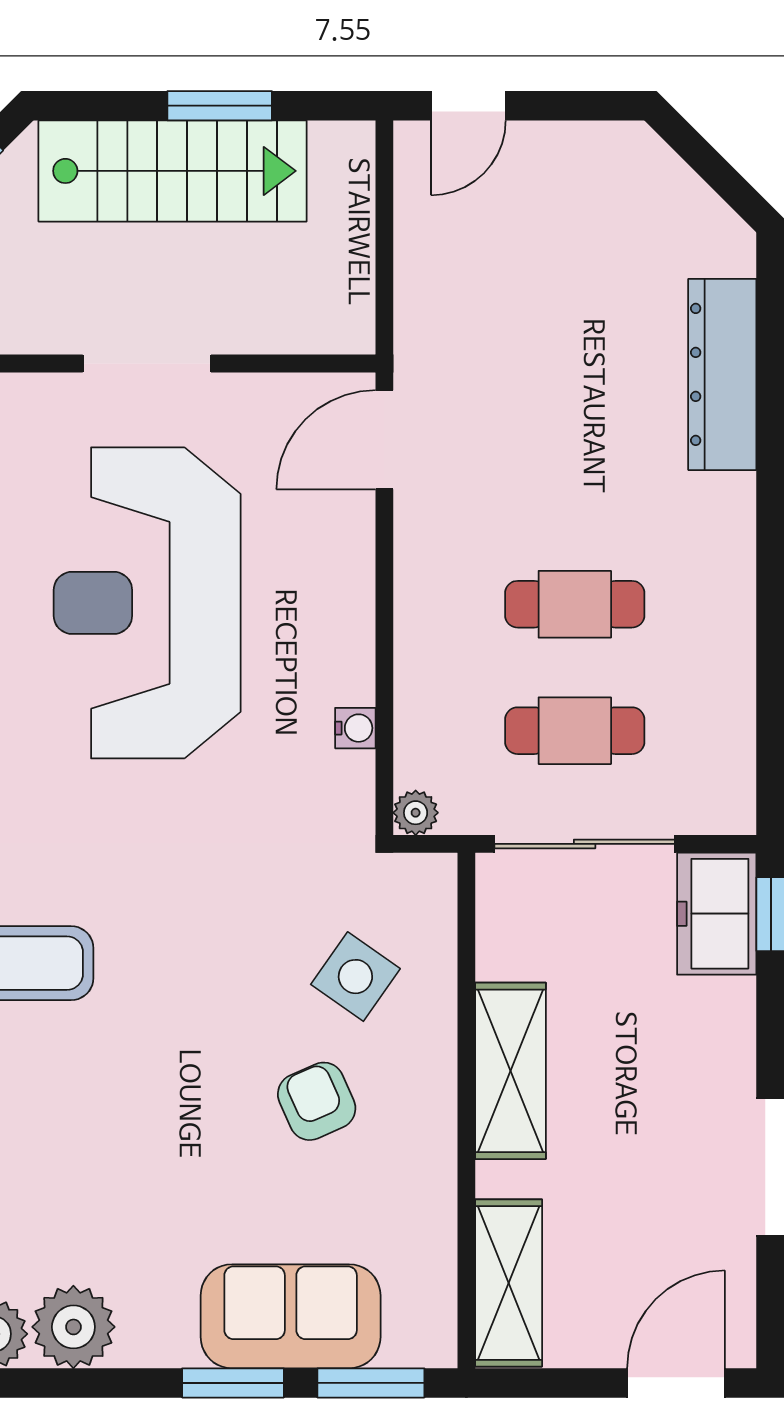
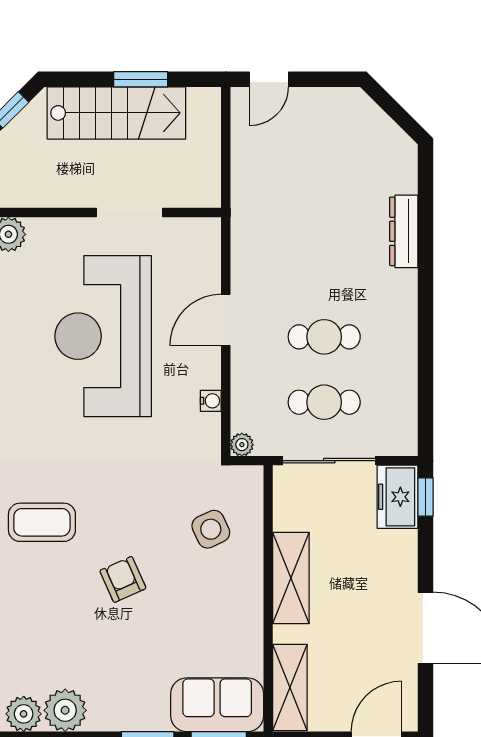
doorway: (147, 364) -> (130, 212), moved
dresser: (722, 374) -> (404, 231), width x0.73, depth x0.80
door: (384, 440) -> (226, 320), moved
side table: (355, 977) -> (211, 529), turned 30
armchair: (317, 1101) -> (123, 579), moved
sofa: (291, 1316) -> (217, 705), moved

